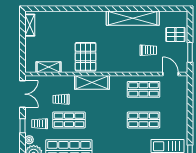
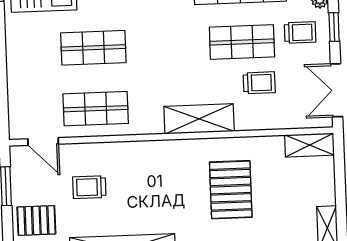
pallet: (86, 57) -> (231, 190), moved
shelving: (48, 67) -> (310, 145), moved

